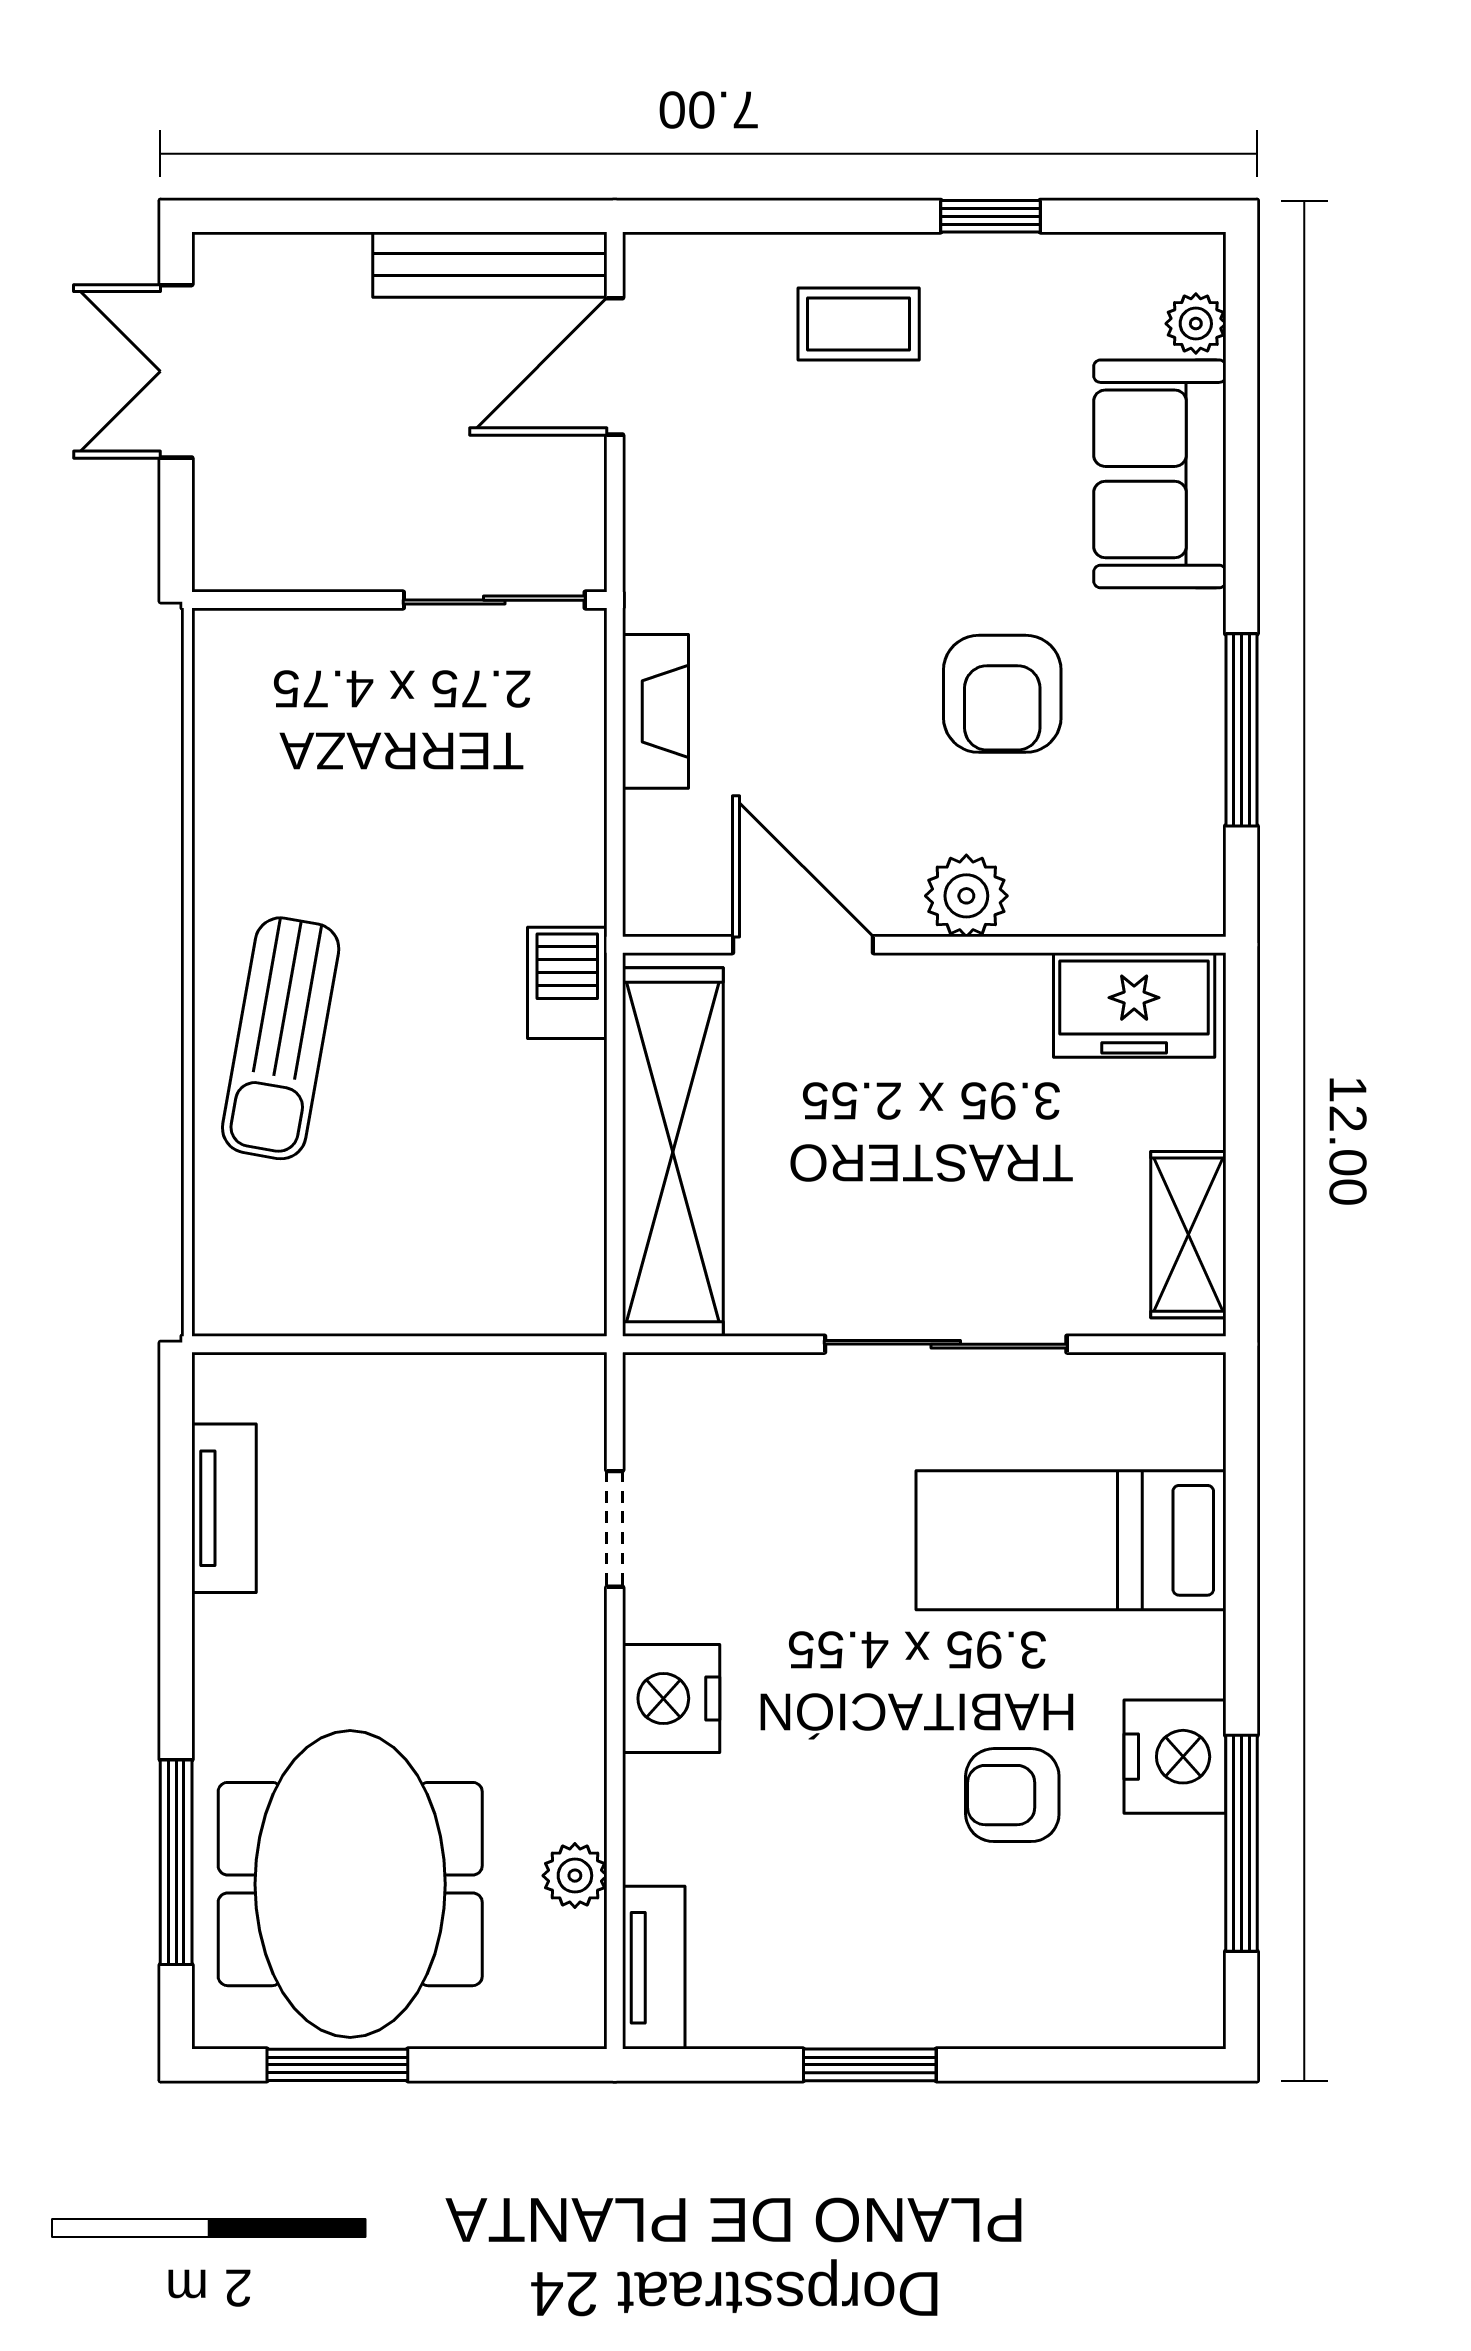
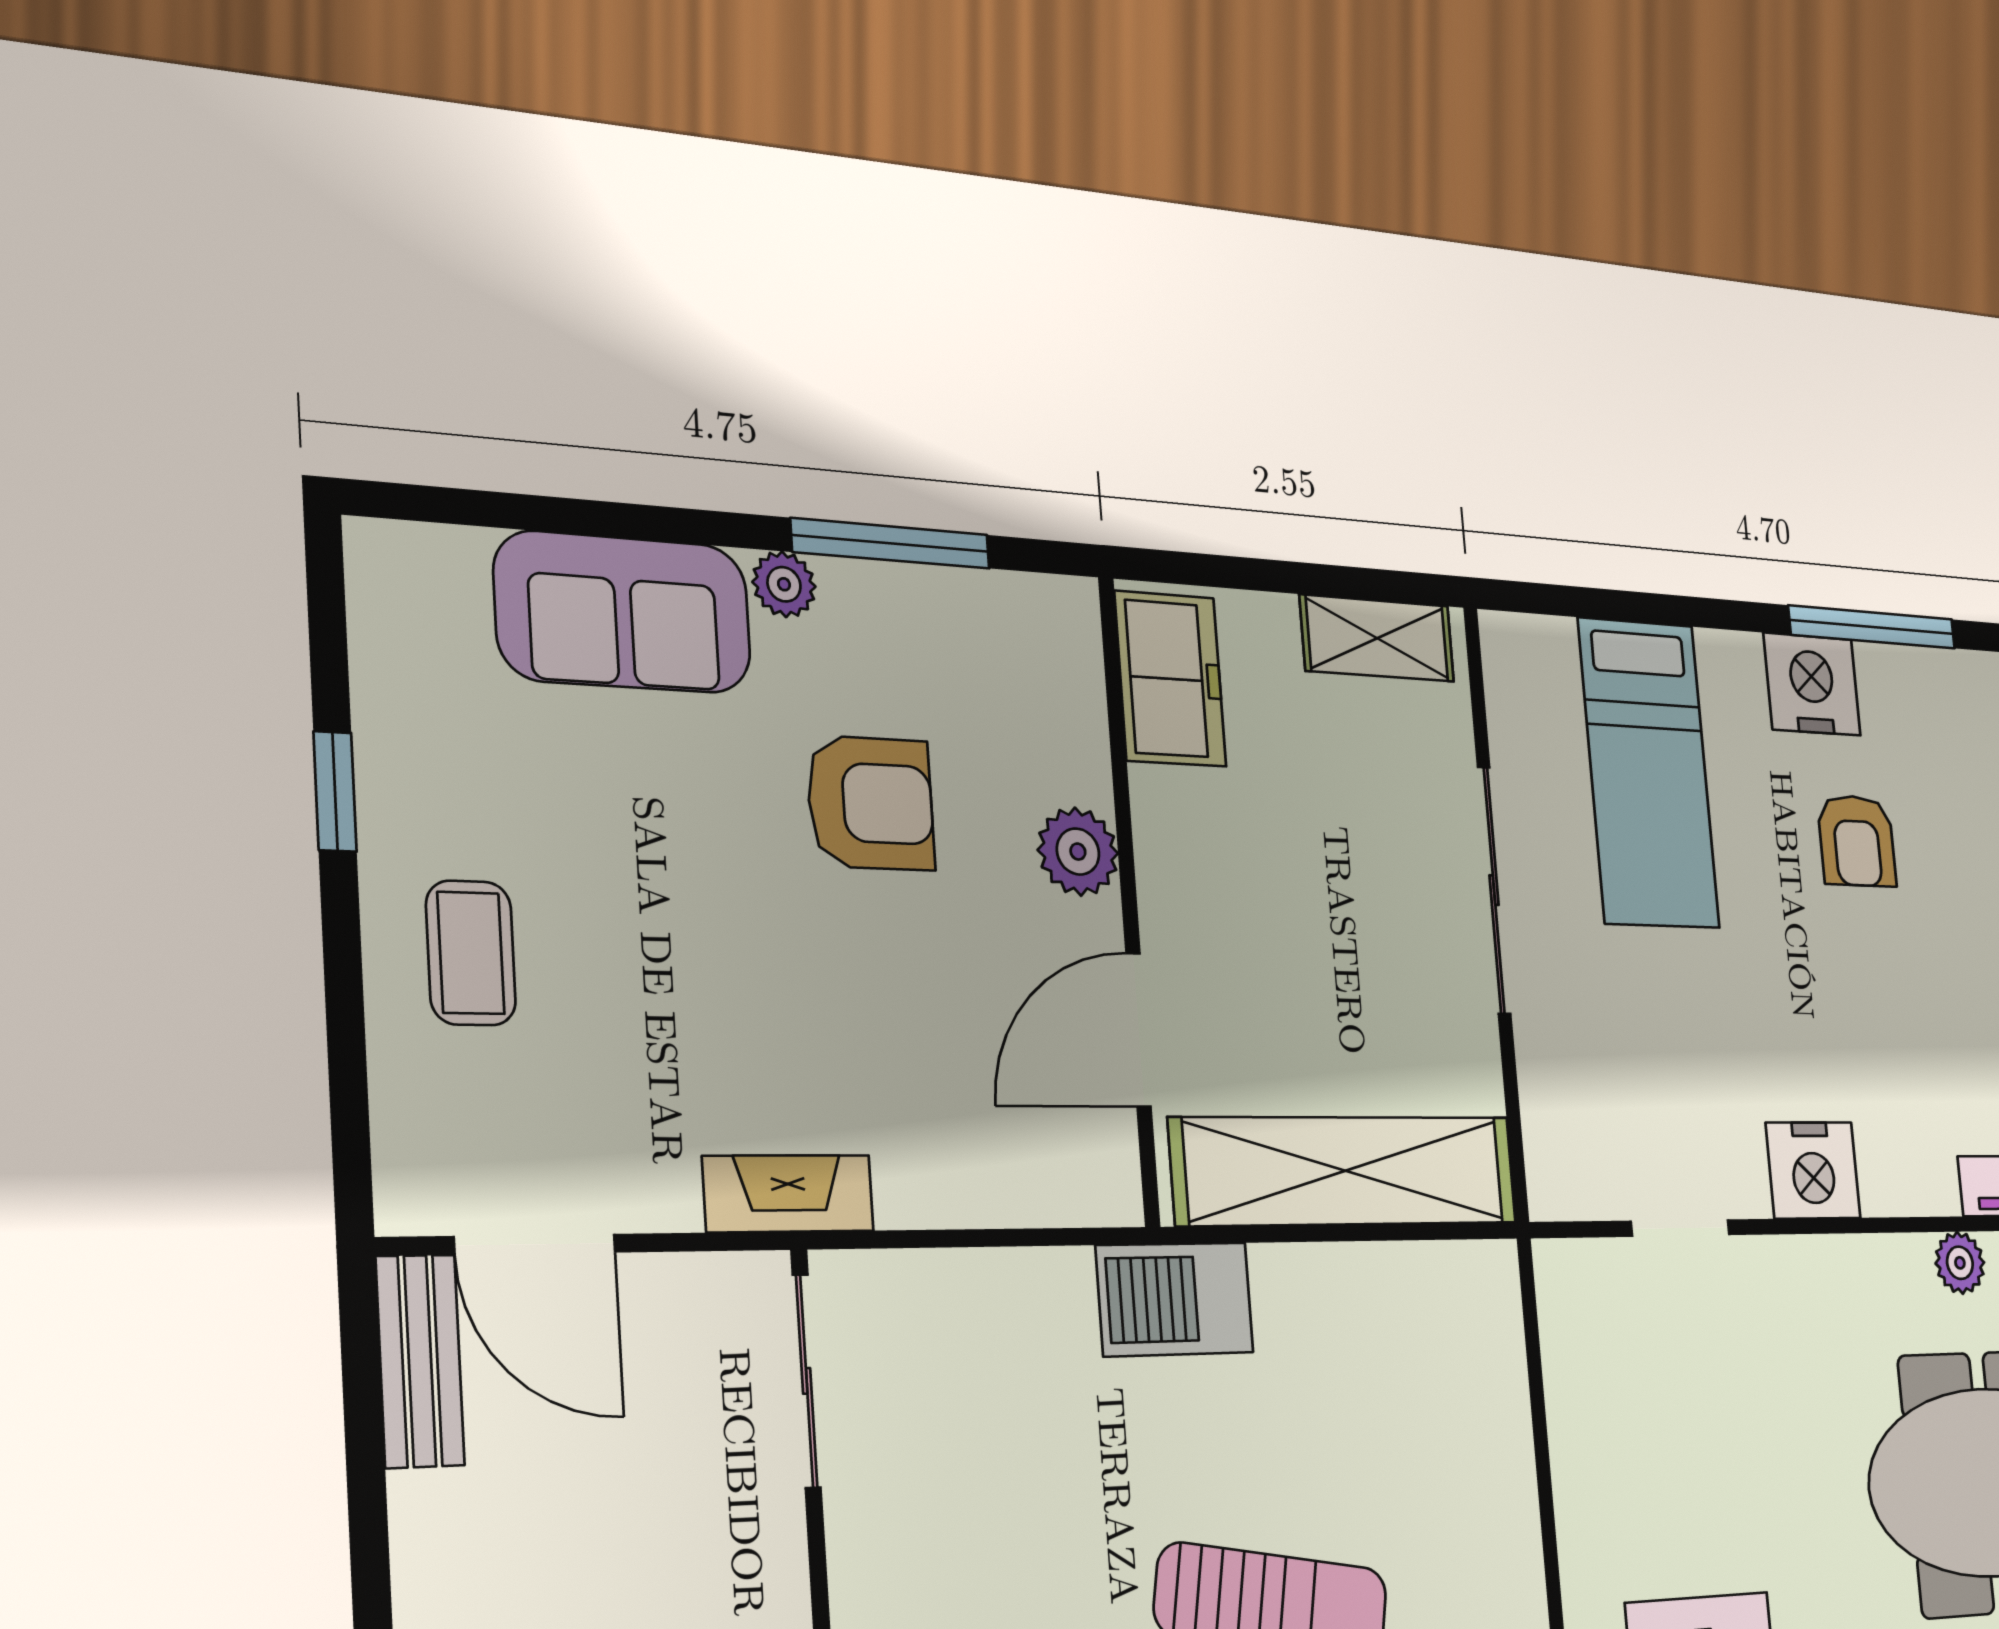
bench: (490, 265) -> (420, 1361), width x0.73
plant: (1196, 324) -> (784, 584), moved
fireplace: (655, 711) -> (788, 1194), moved
barbecue: (567, 983) -> (1175, 1299), width x1.38, depth x1.27

